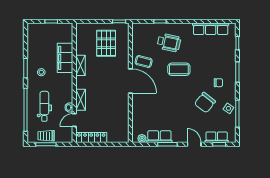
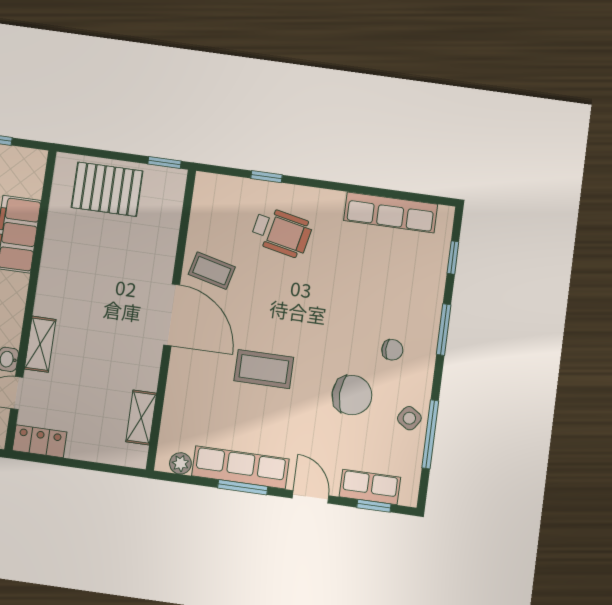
pallet: (106, 43) -> (107, 189), moved, turned 90
shelving: (80, 65) -> (141, 417), moved
coffee table: (179, 69) -> (264, 369), moved
chair: (205, 103) -> (352, 395), turned -127
row of seats: (159, 137) -> (240, 467), width x1.48
locker: (91, 138) -> (40, 441), width x0.66

